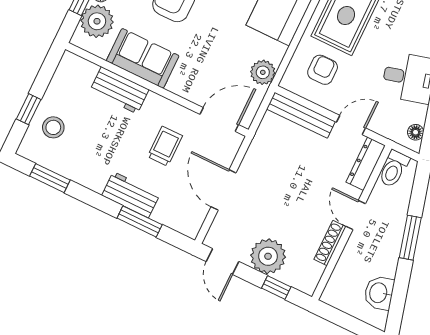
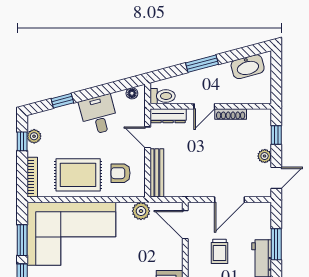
trolley: (165, 146) -> (220, 251), turned -90
plant: (268, 256) -> (265, 156), width x0.53, depth x0.53
washbasin: (379, 293) -> (248, 67), width x1.38

